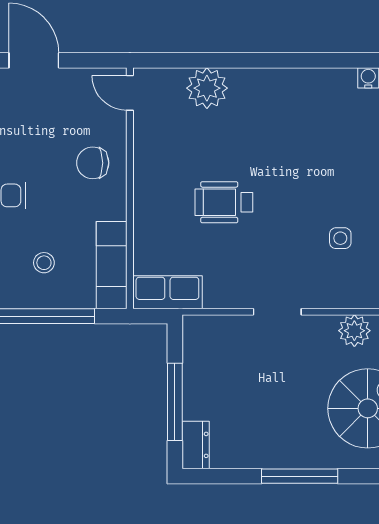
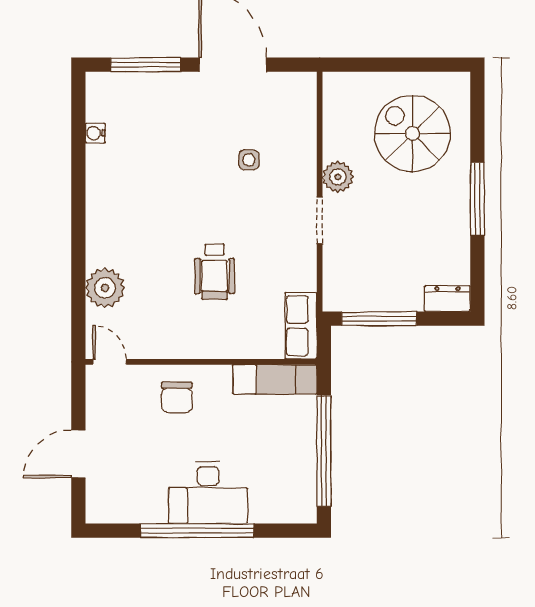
door: (130, 93) -> (110, 362), swing flipped
stool: (44, 263) -> (273, 444), removed
plant: (354, 331) -> (338, 177), moved
window: (175, 402) -> (379, 319), moved

